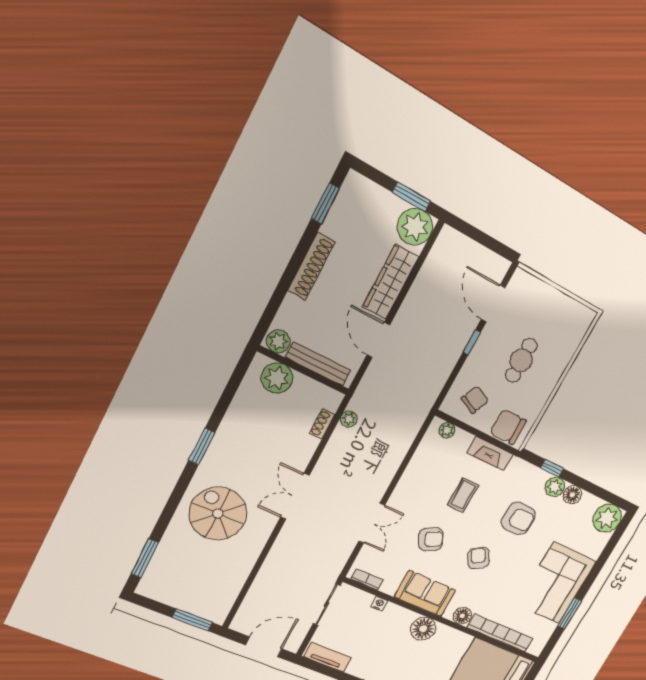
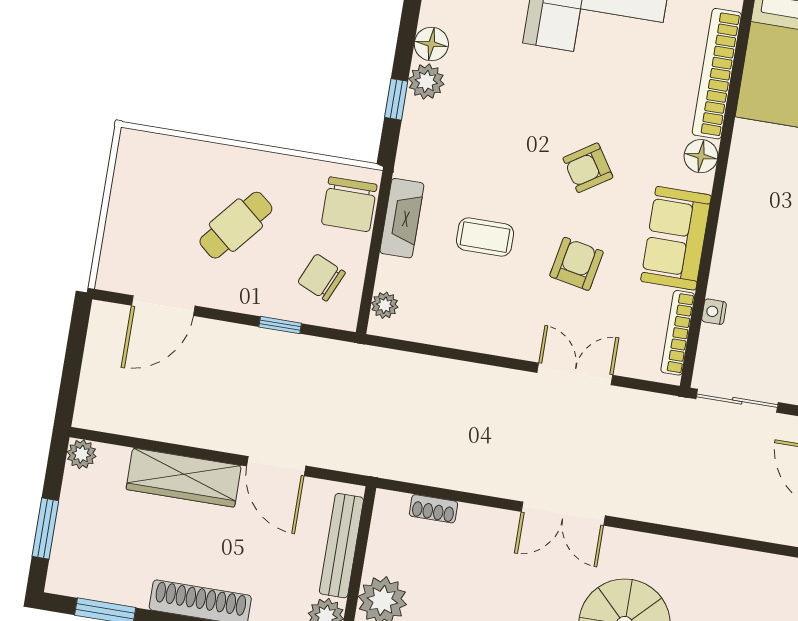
window: (411, 197) -> (45, 528), moved
plant: (415, 227) -> (82, 454), width x0.53, depth x0.53
door: (378, 340) -> (276, 466), hinge flipped
window: (472, 342) -> (280, 325), moved
cafe table: (521, 360) -> (236, 225), turned -50
plant: (349, 419) -> (413, 470), removed
armchair: (518, 518) -> (499, 124), removed
armchair: (431, 539) -> (576, 264), turned 38
bookcase: (367, 579) -> (678, 333), width x1.56
floor lamp: (423, 629) -> (741, 218), removed

